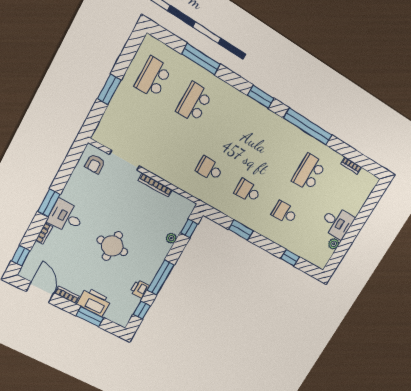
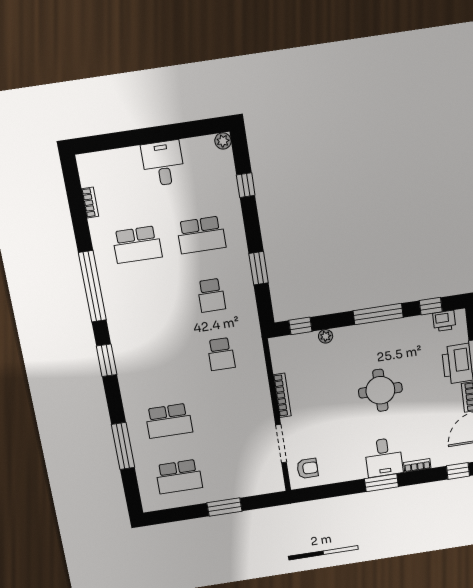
school desk: (285, 213) -> (201, 235), width x1.85
plant: (334, 244) -> (223, 141), moved
printer: (140, 289) -> (444, 321), moved

